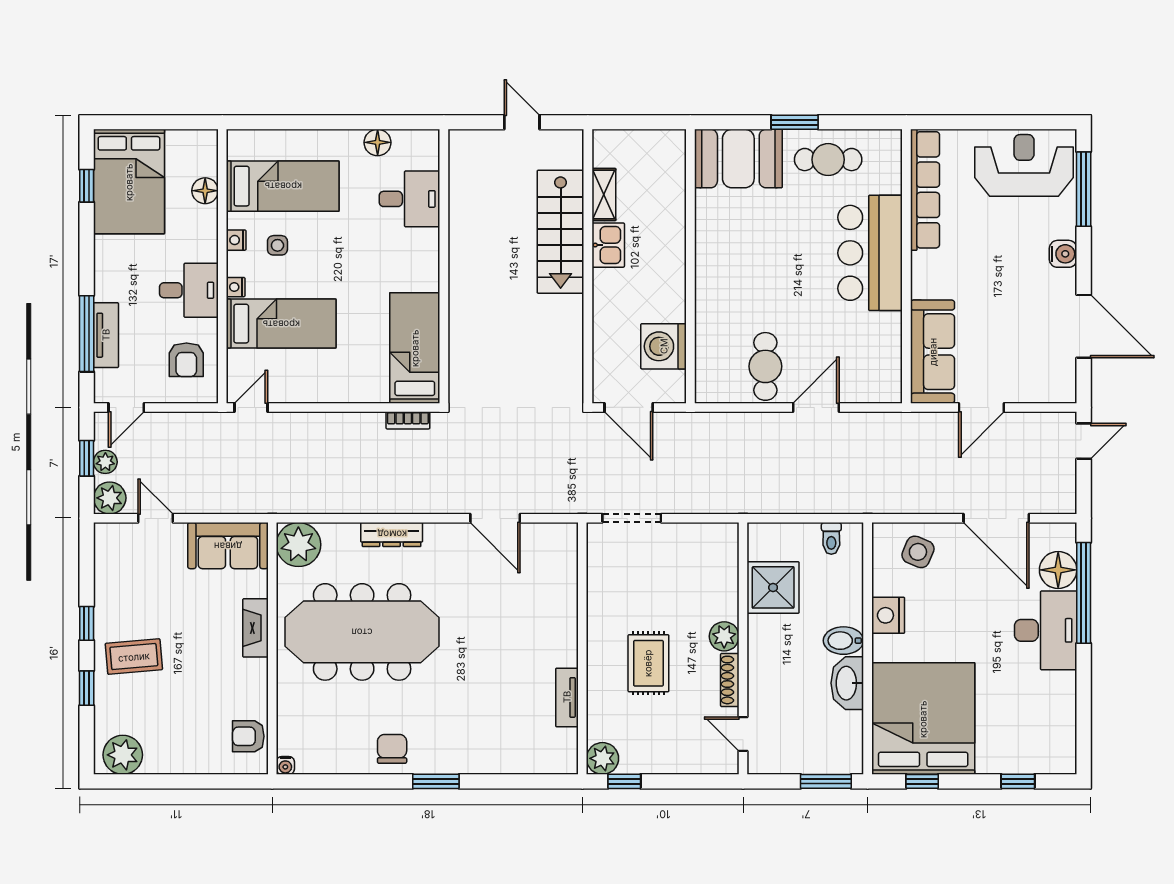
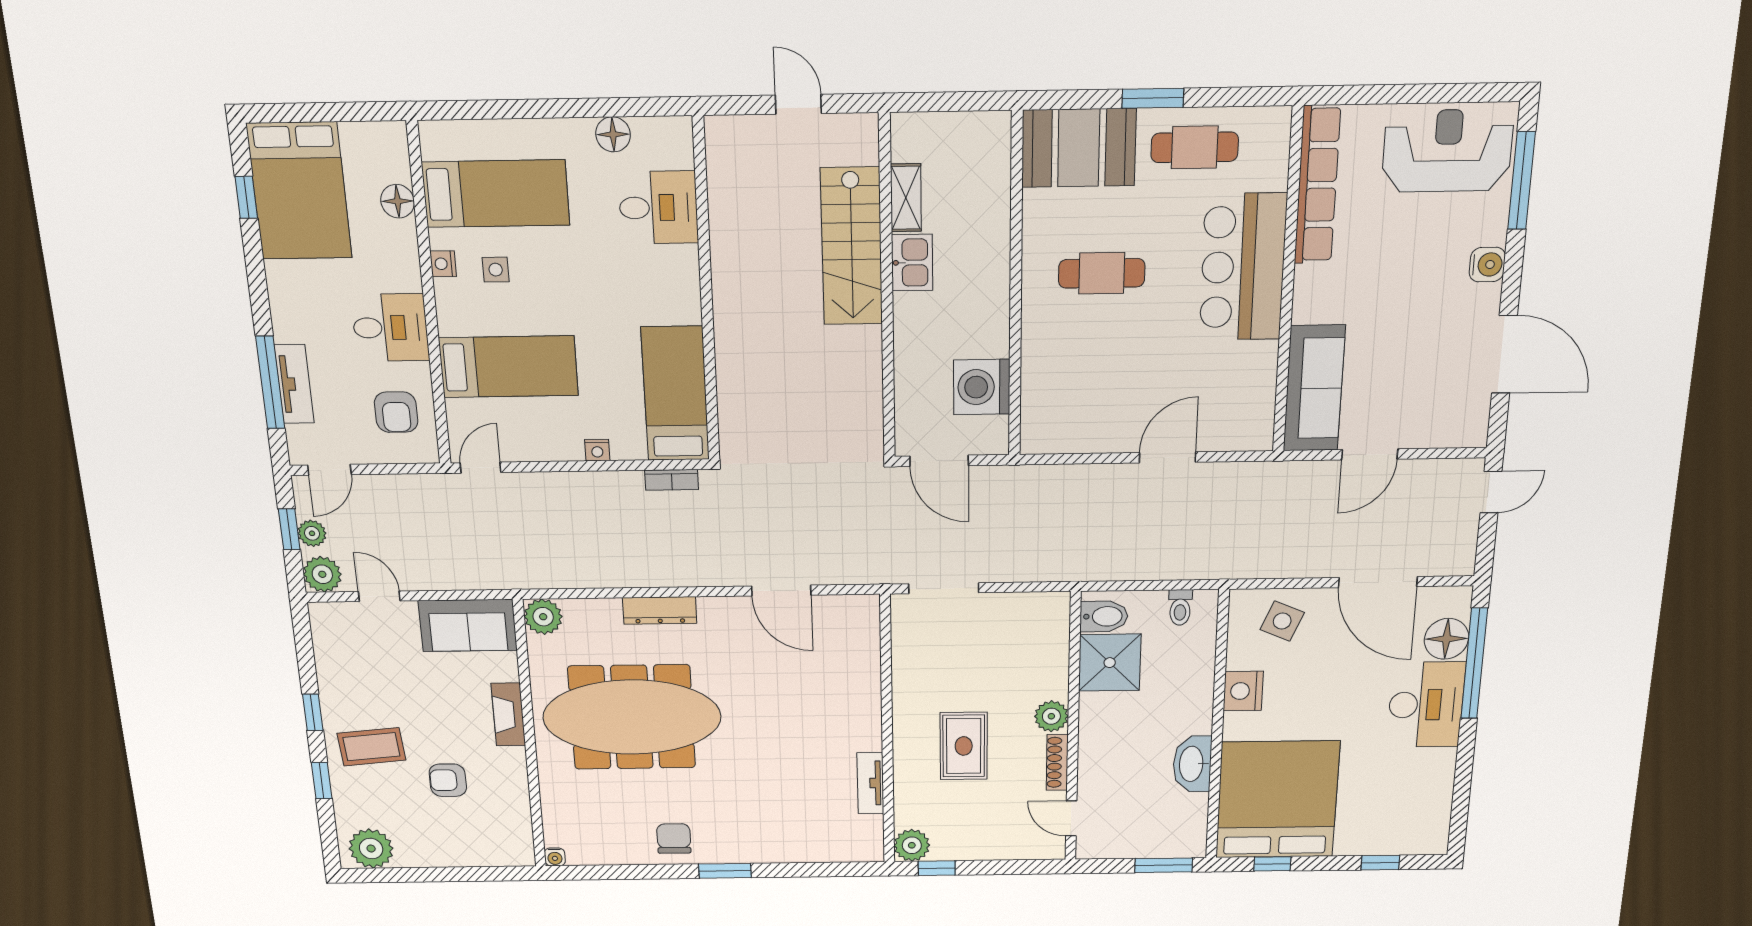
nightstand: (236, 287) -> (597, 450), moved, turned -90
cafe table: (765, 366) -> (1102, 273), moved, turned 90
plant: (298, 545) -> (543, 617), width x0.73, depth x0.73
bidet: (843, 641) -> (1104, 616), moved, turned 180
armchair: (248, 736) -> (448, 780), moved

